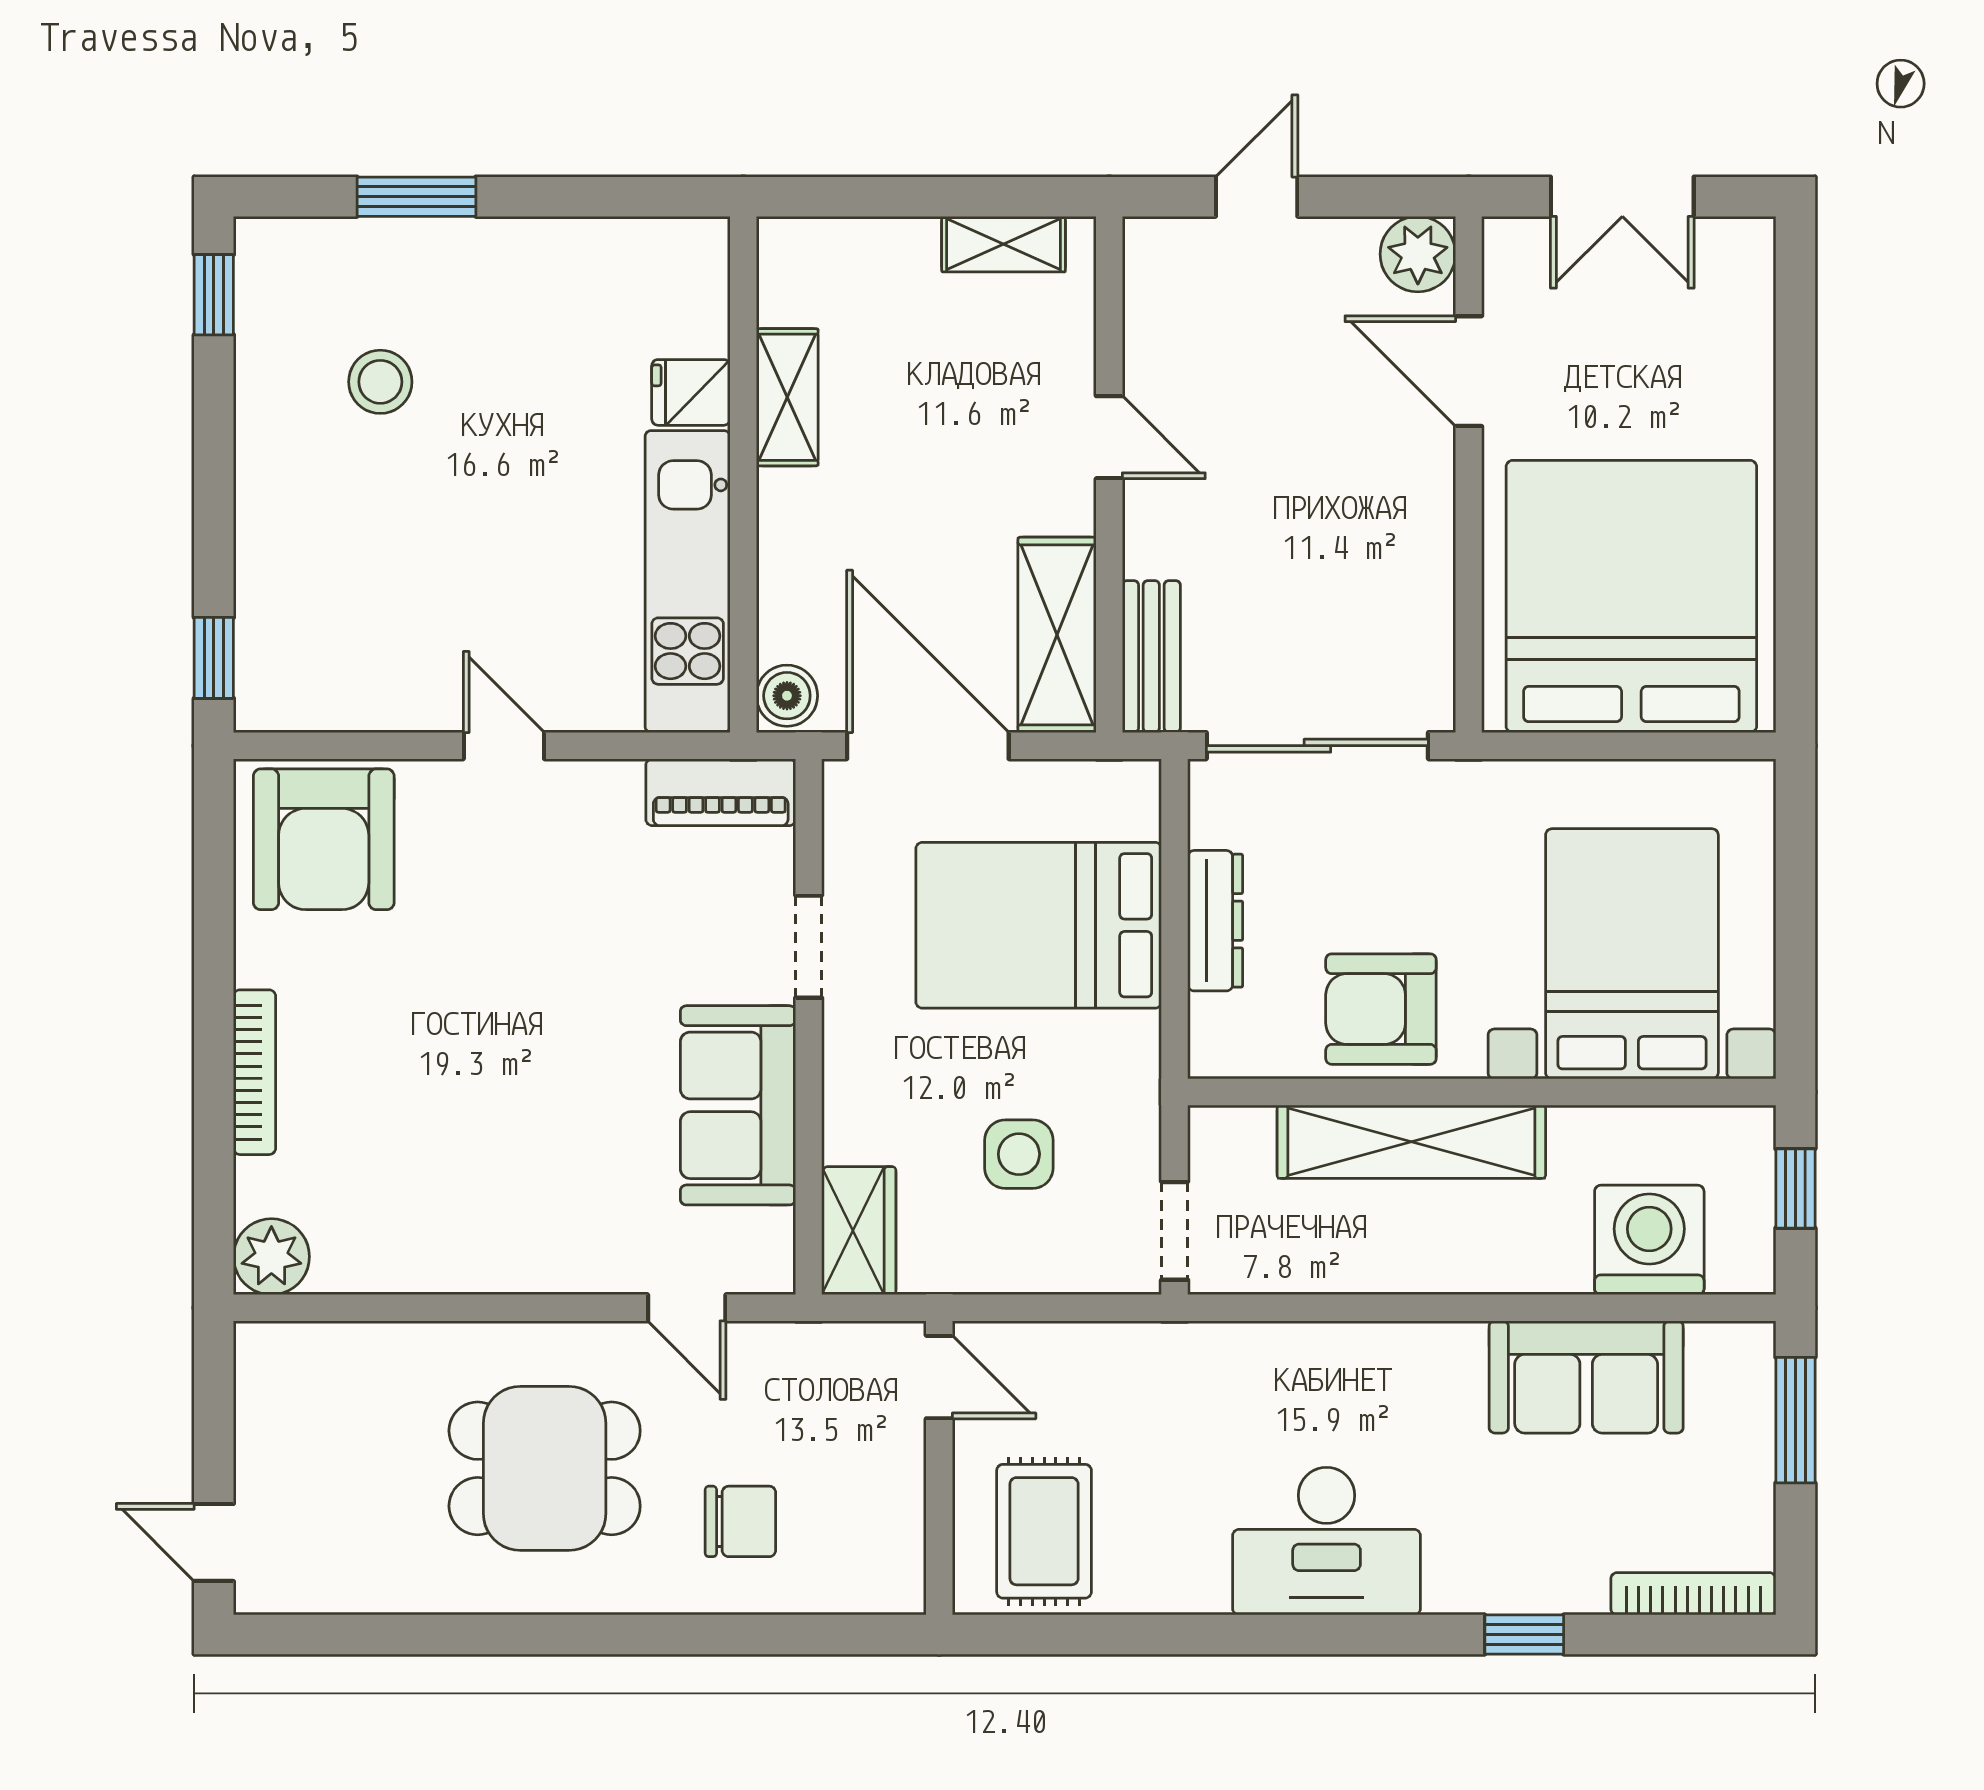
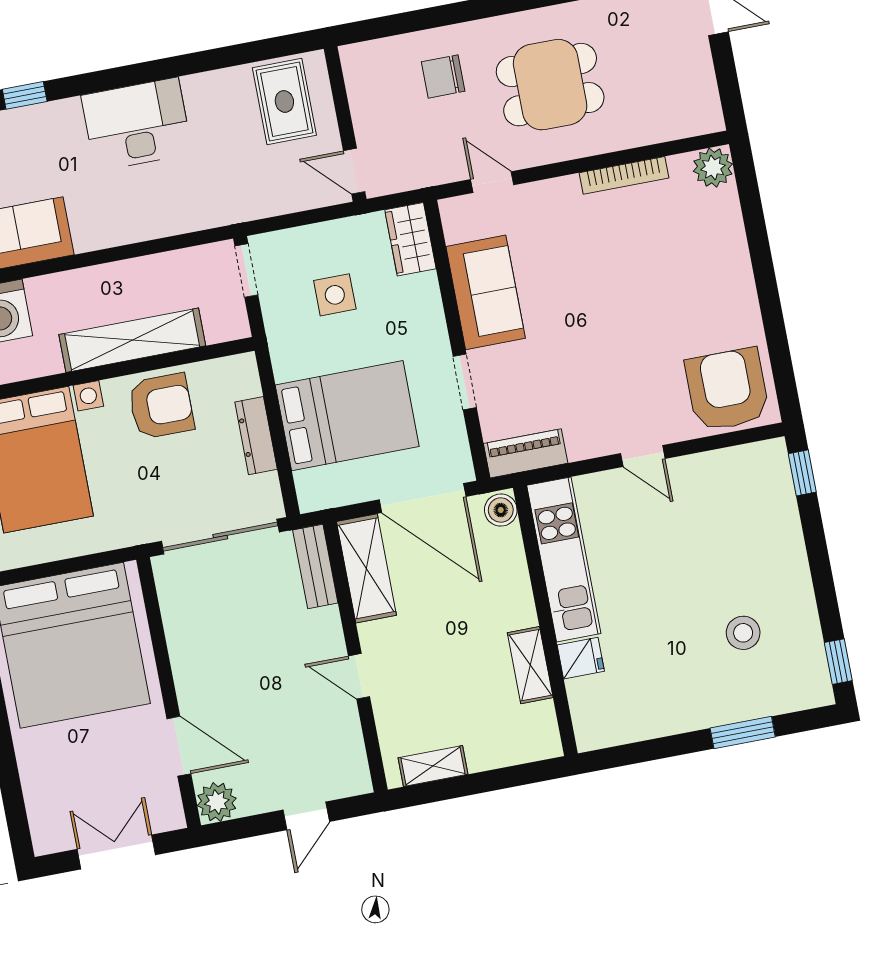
bookcase: (255, 1072) -> (624, 175), moved, turned -90

